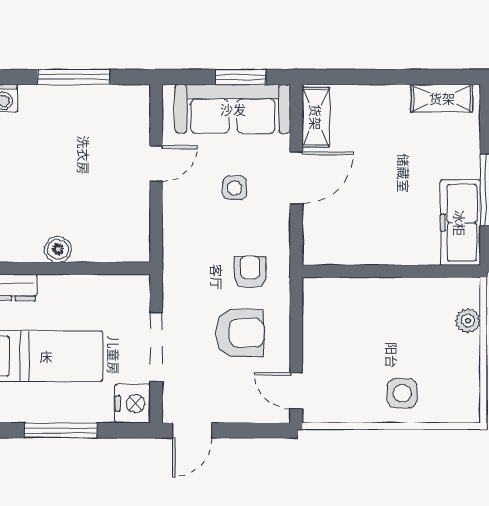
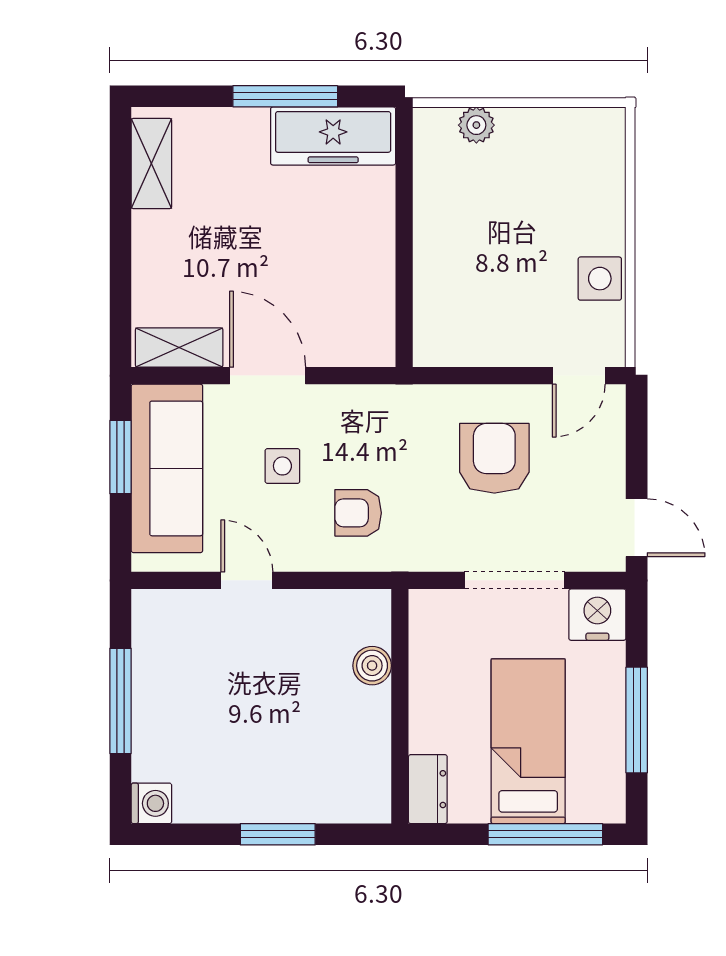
boiler: (58, 249) -> (372, 666), moved
armchair: (250, 272) -> (358, 513), moved
side table: (402, 393) -> (600, 279), moved

